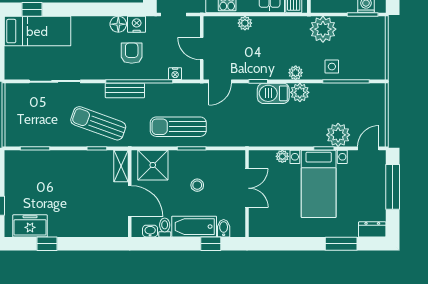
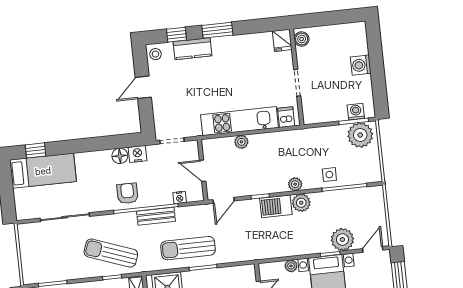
plant: (323, 29) -> (360, 135), moved
armchair: (132, 53) -> (127, 193), moved
bench: (125, 90) -> (156, 216), moved

